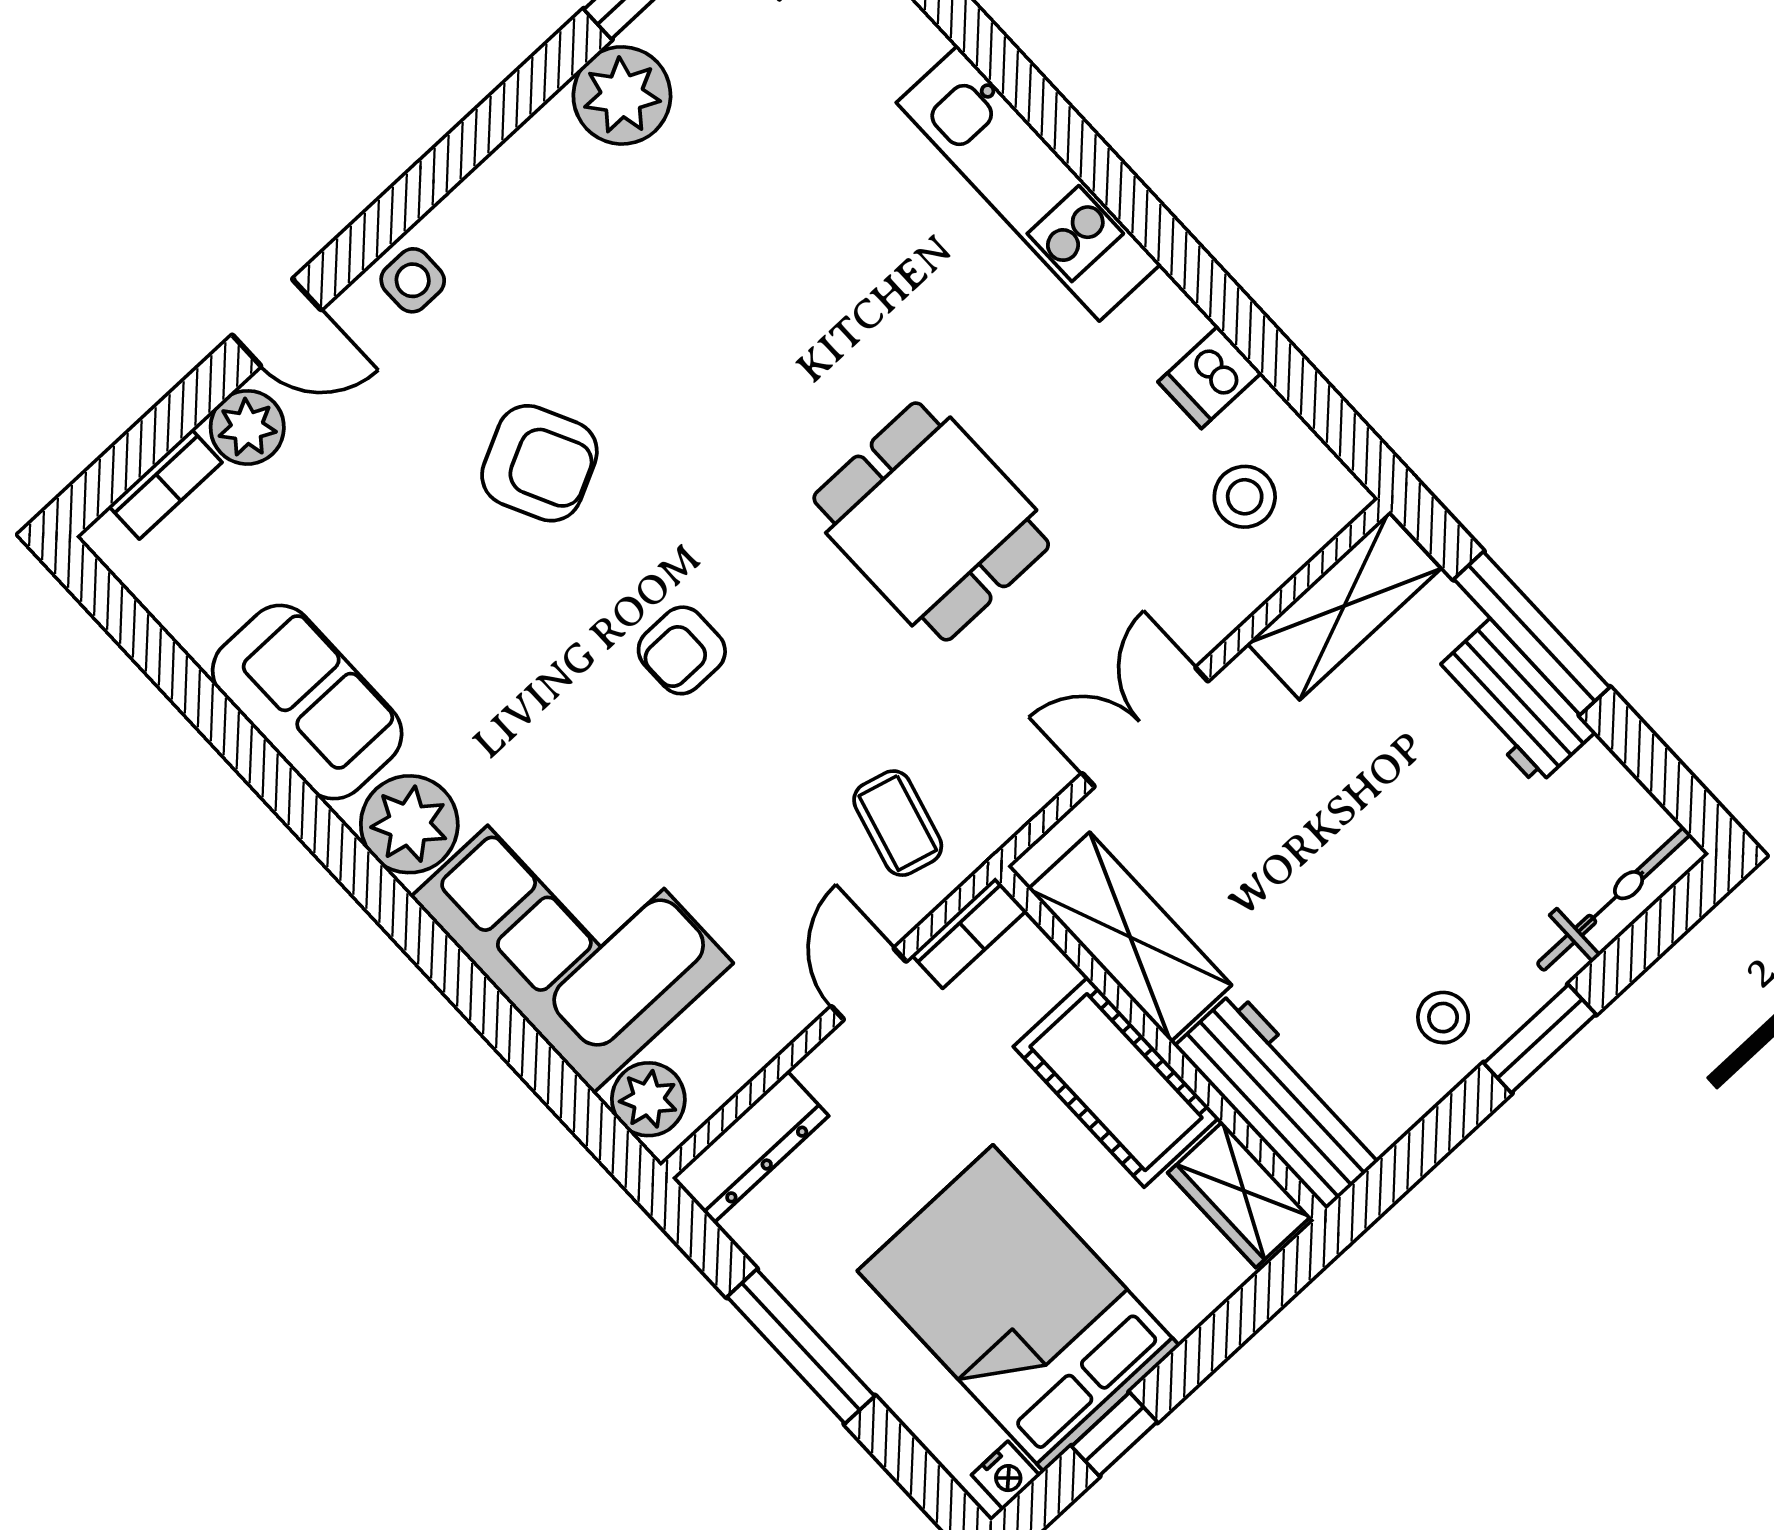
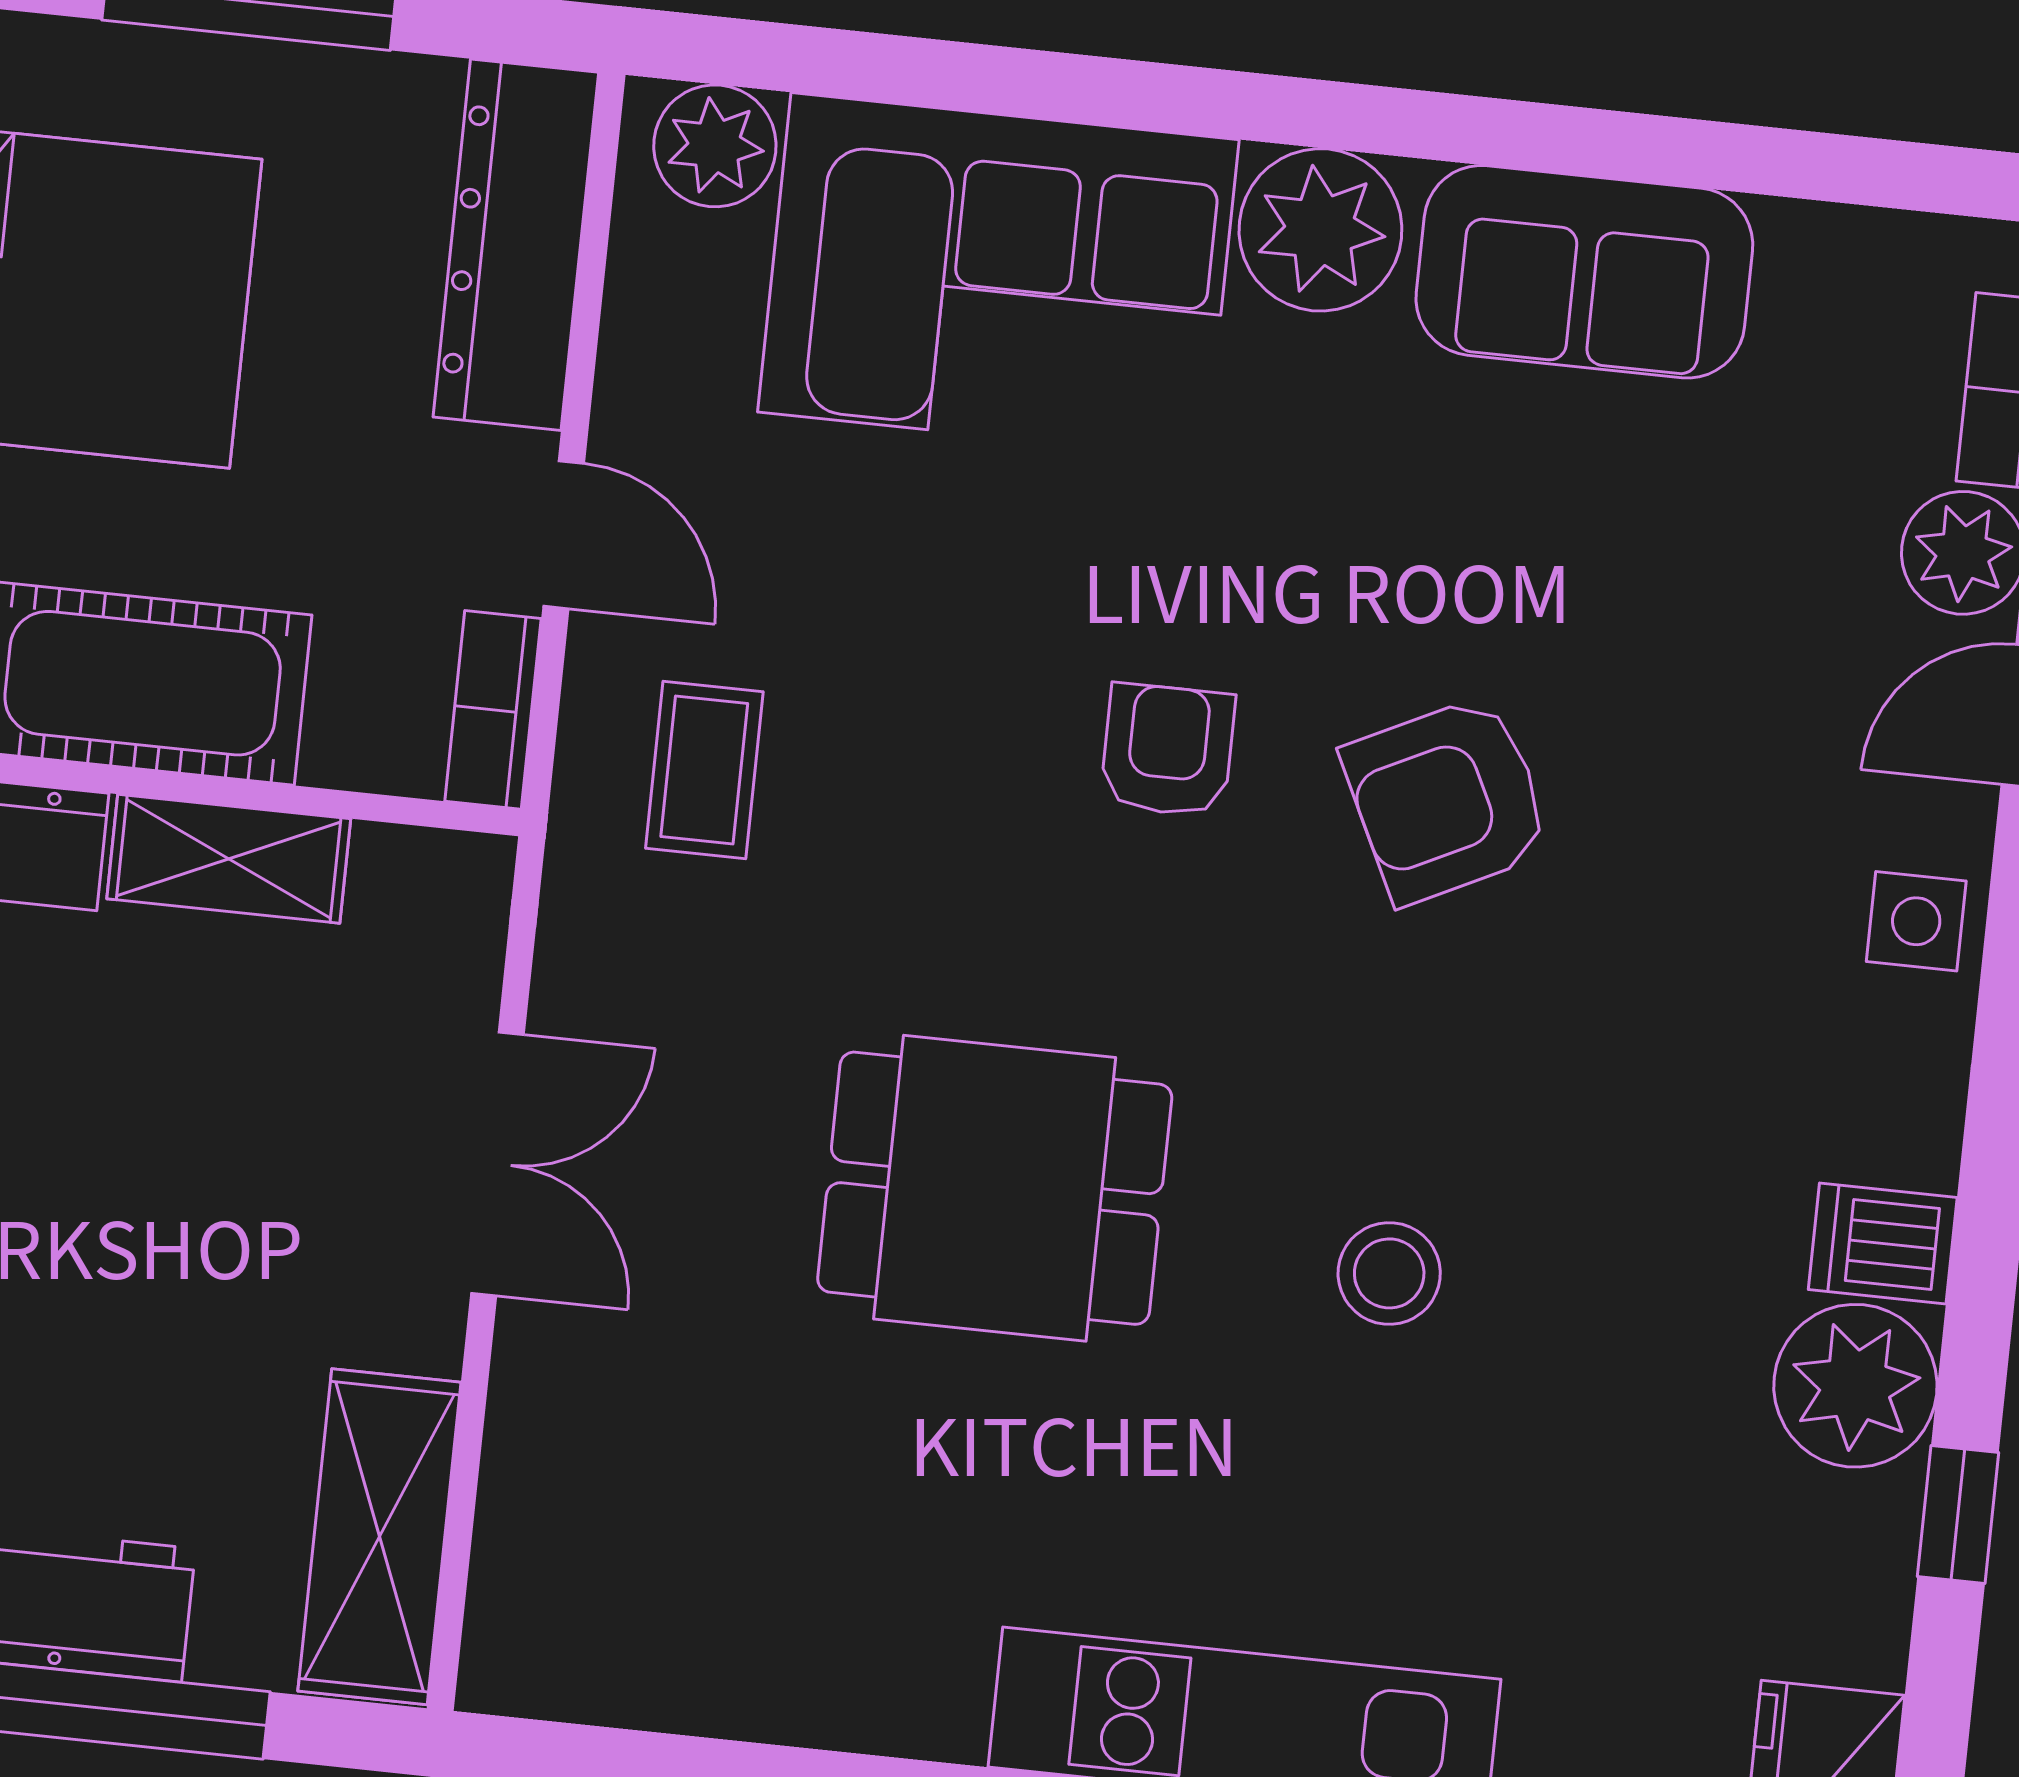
dishwasher: (1210, 377) -> (1883, 1244), moved, turned -90
armchair: (539, 463) -> (1447, 800), moved
stool: (1245, 497) -> (1389, 1273), moved
coffee table: (898, 823) -> (704, 770), turned 75
shelving: (1130, 937) -> (229, 859), width x0.67, depth x0.75
dresser: (750, 1147) -> (516, 245), width x1.37, depth x1.24

